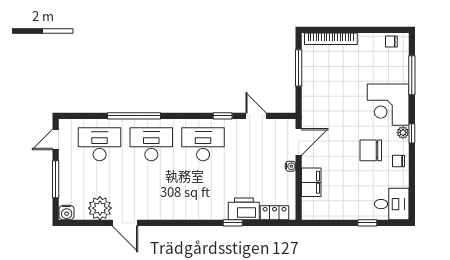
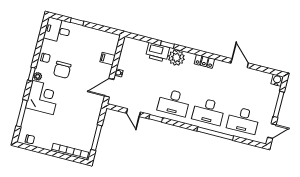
chair: (371, 150) -> (62, 70), turned 90
filing cabinet: (311, 182) -> (108, 59), width x0.50
plant: (100, 208) -> (176, 58), moved
locker: (275, 213) -> (204, 61), moved

